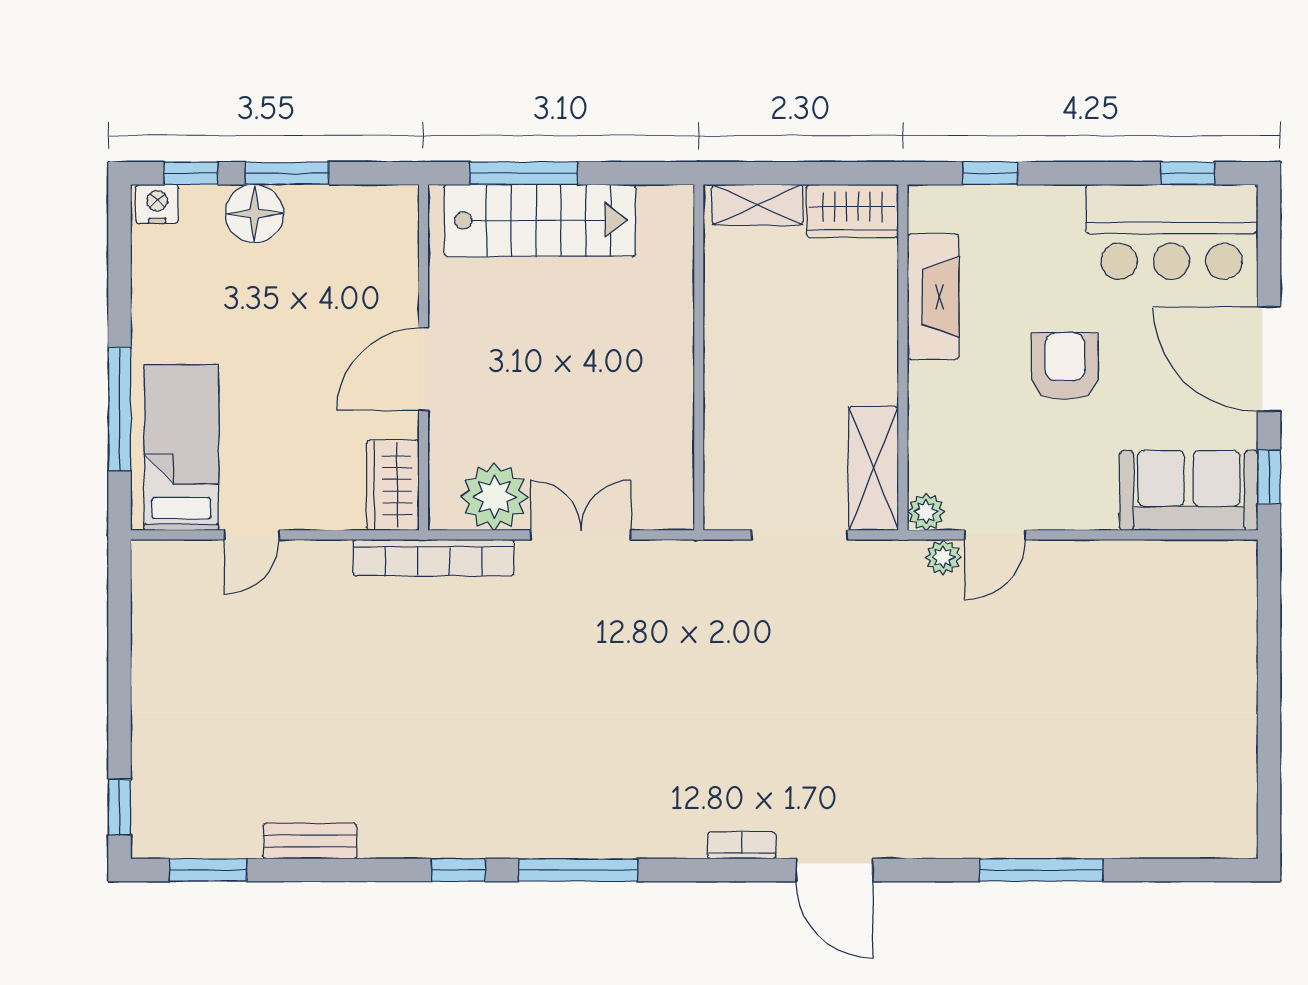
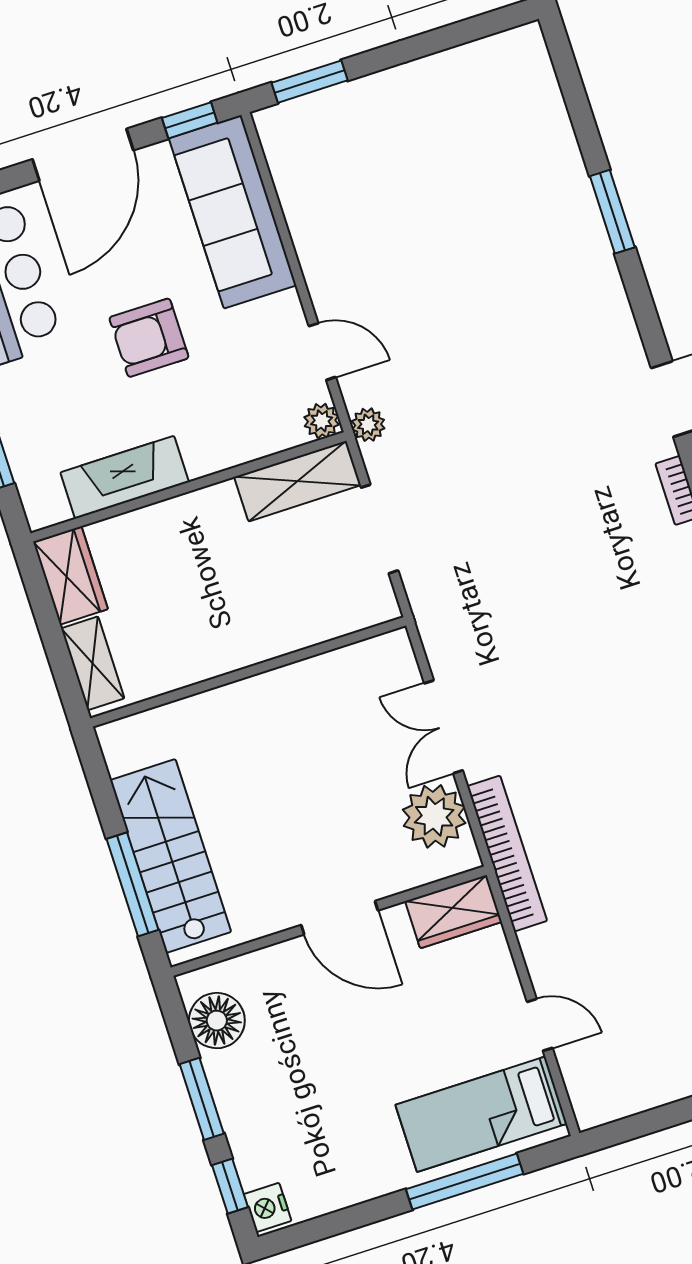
floor lamp: (254, 214) -> (217, 1021), moved
sofa: (1189, 490) -> (233, 212), width x1.36
plant: (943, 557) -> (368, 425), moved
window: (1269, 609) -> (310, 82), added
window: (1041, 870) -> (612, 212), width x0.69

